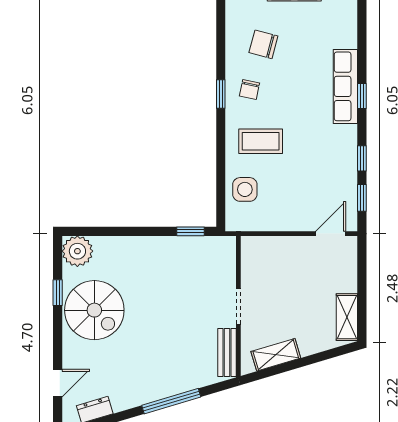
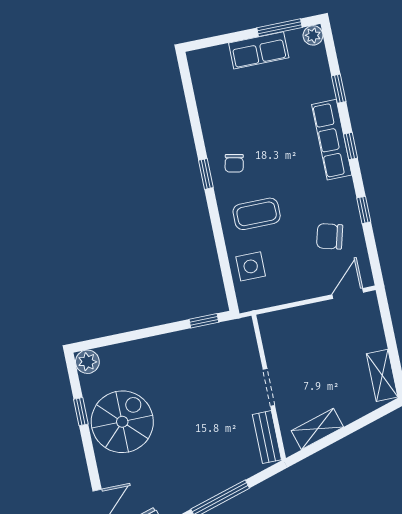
chair: (263, 44) -> (330, 236), moved
window: (362, 198) -> (339, 89), moved
plant: (77, 251) -> (87, 362), width x0.73, depth x0.73
spiral stairs: (94, 310) -> (122, 422), turned -90

